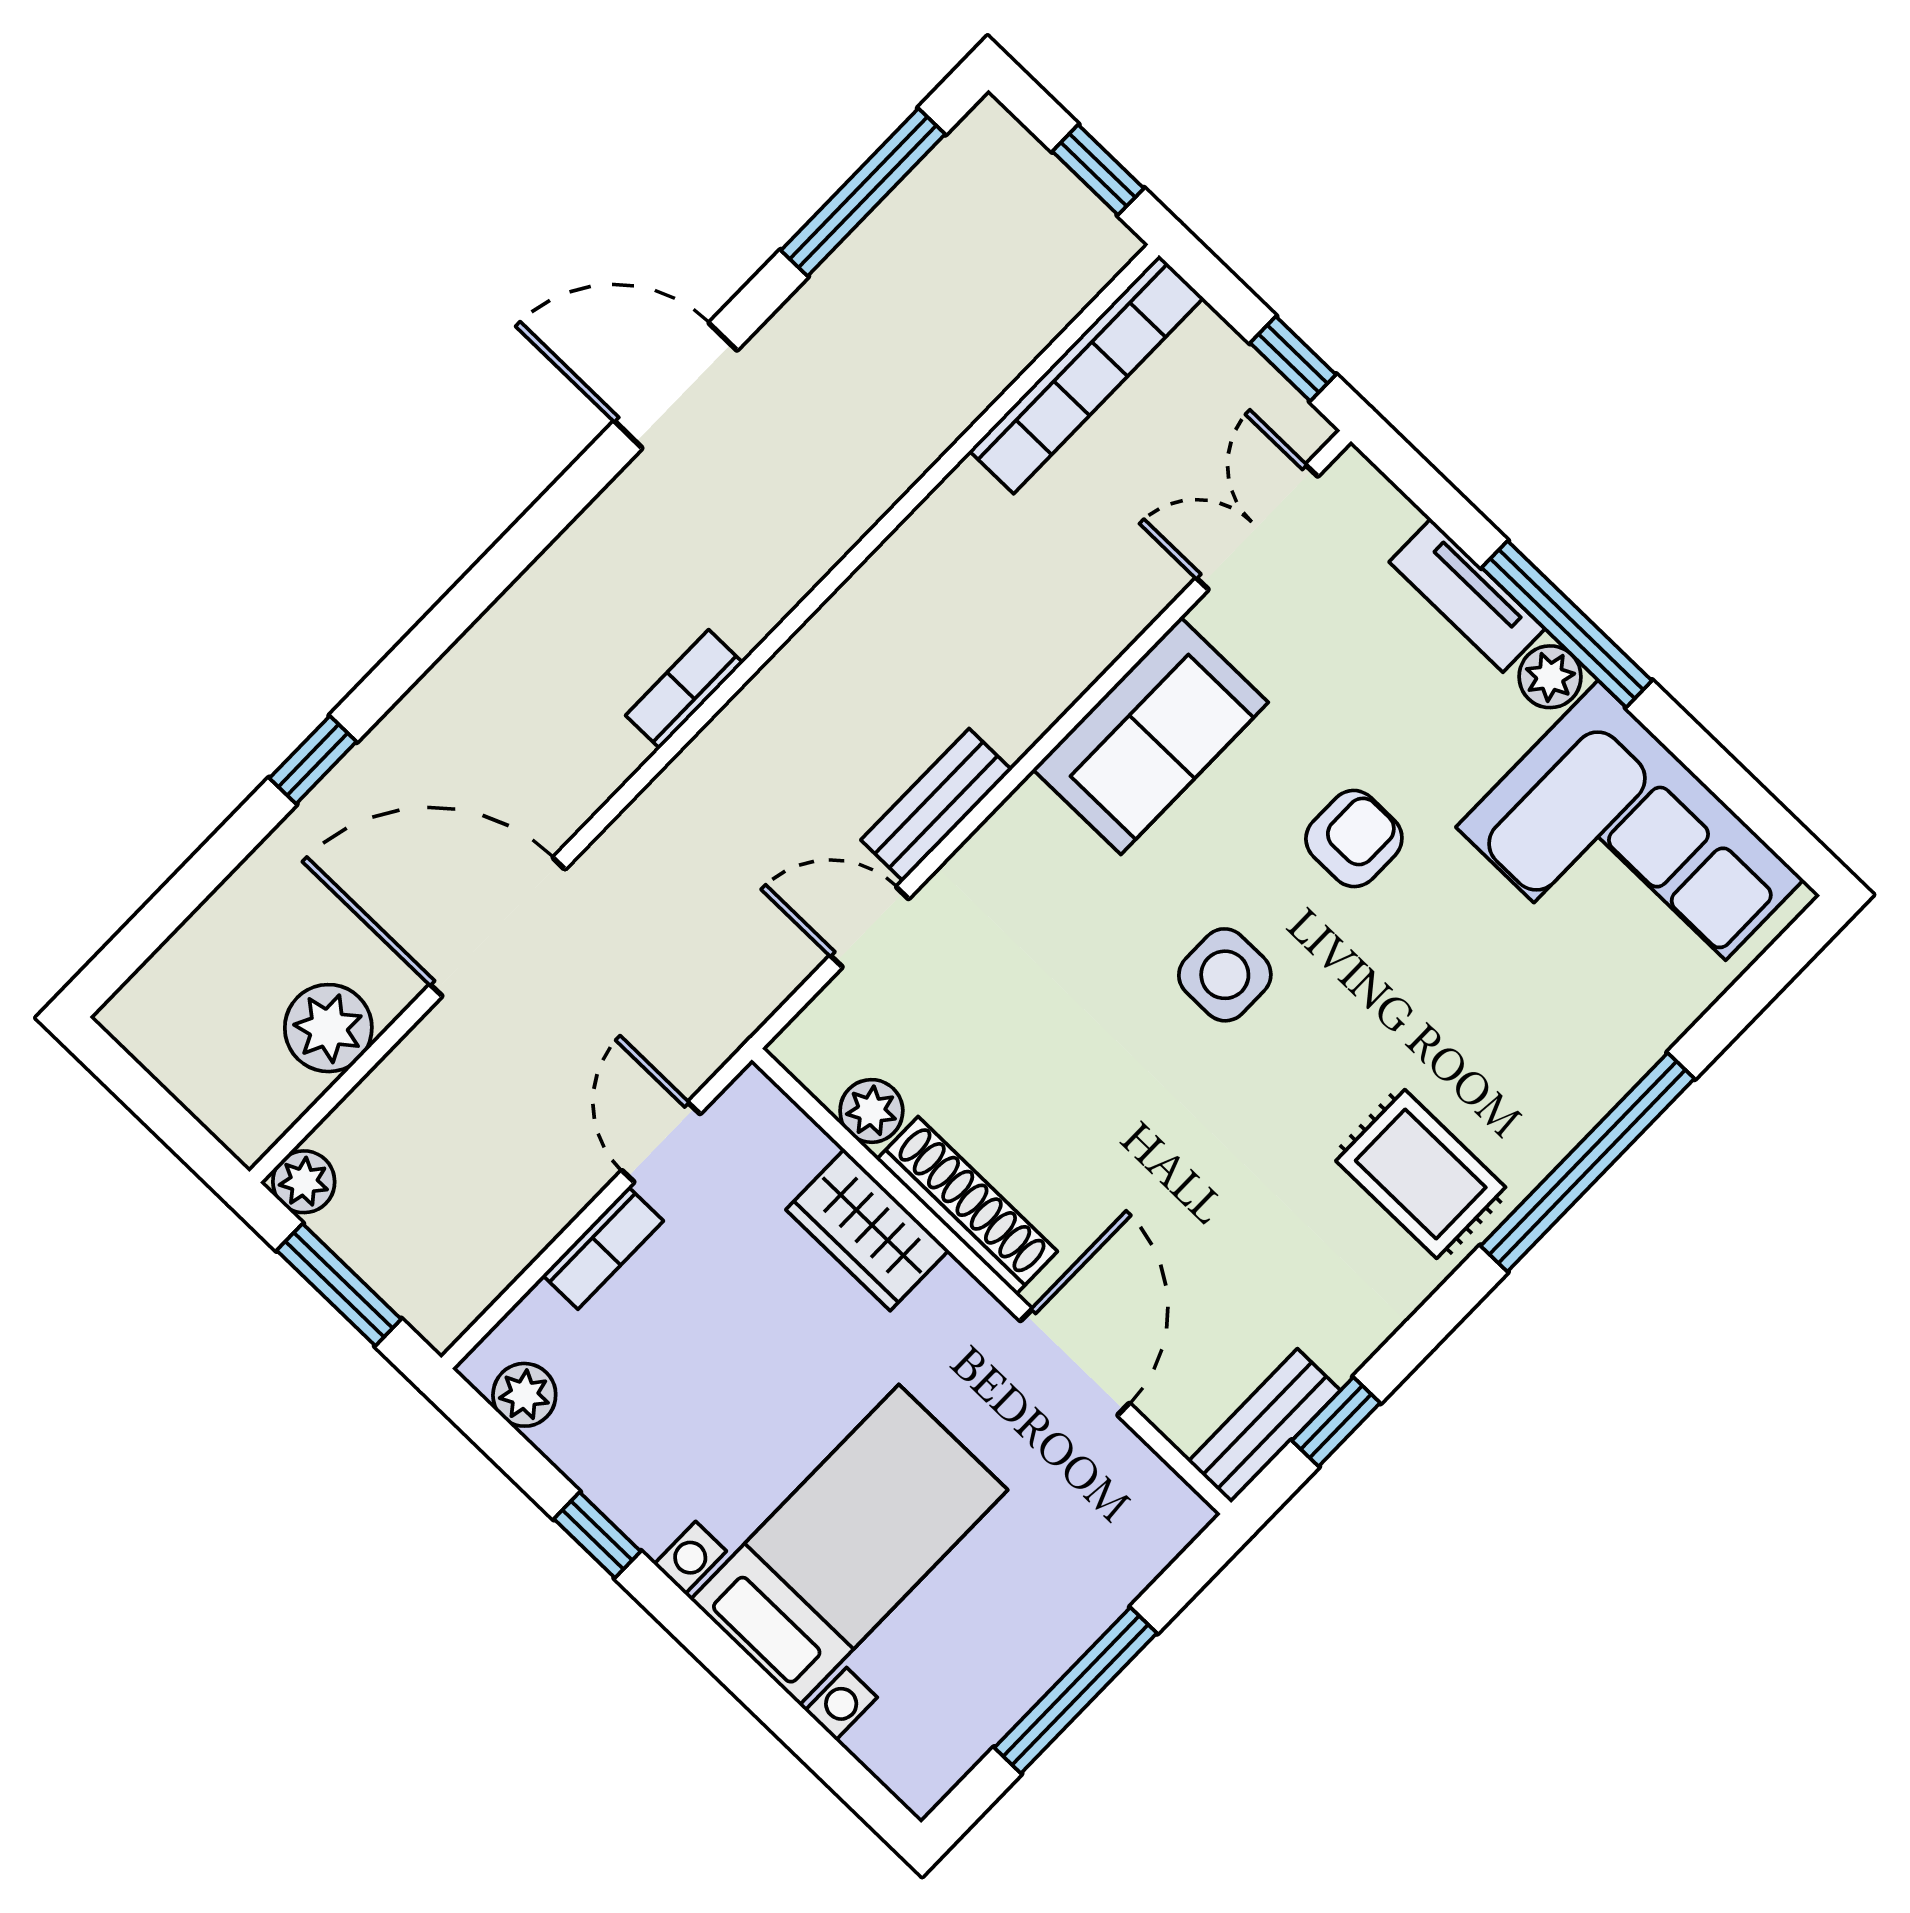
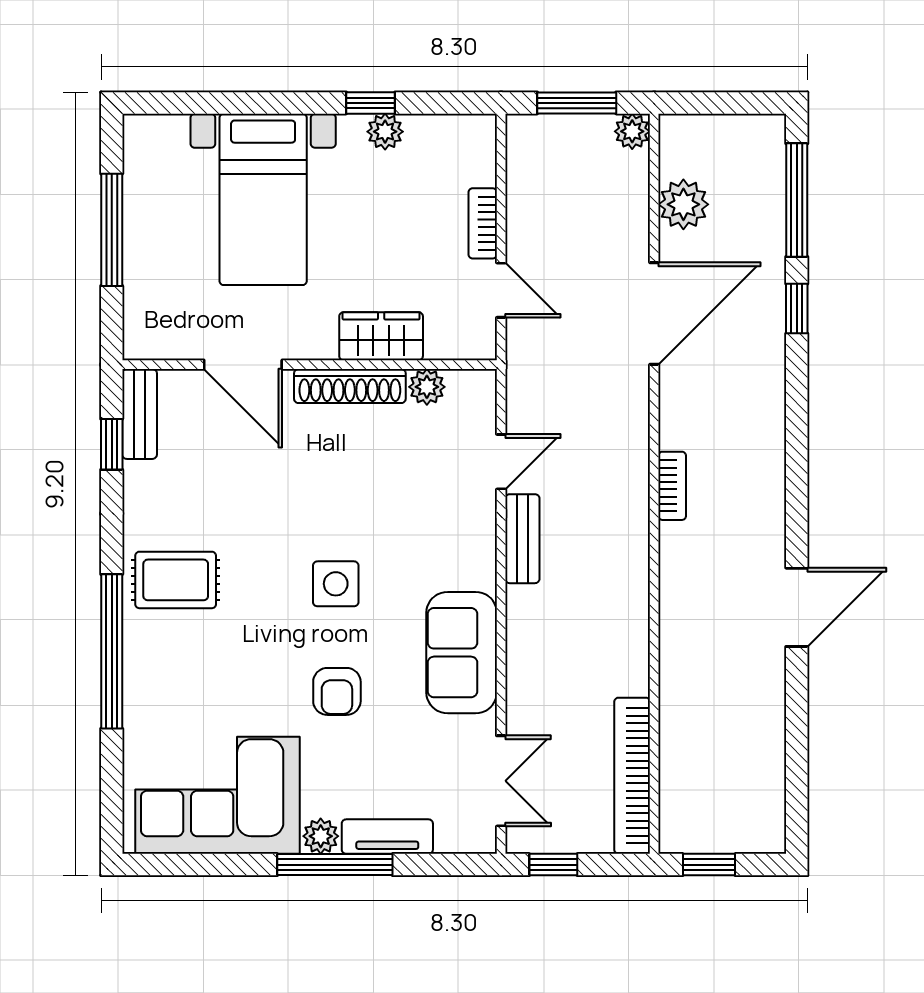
window: (863, 192) -> (797, 200), moved
plant: (524, 1395) -> (385, 132), moved

